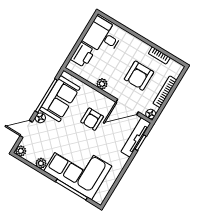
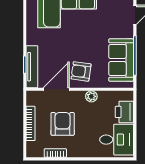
floor lamp: (151, 114) -> (31, 96), removed
floor lamp: (40, 118) -> (128, 32), removed
armchair: (92, 119) -> (81, 71), moved, turned -82

